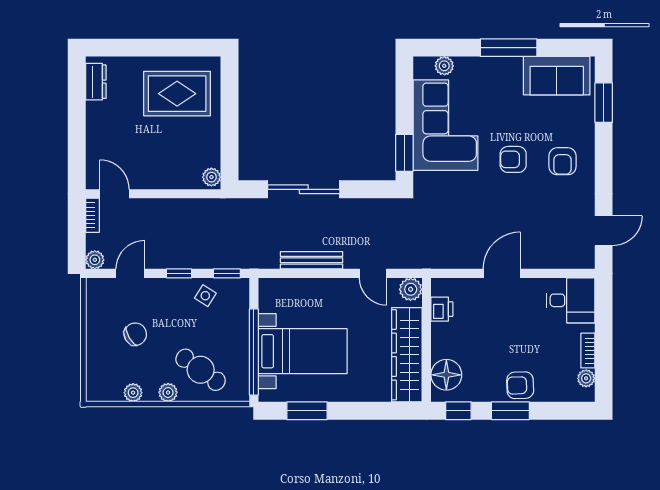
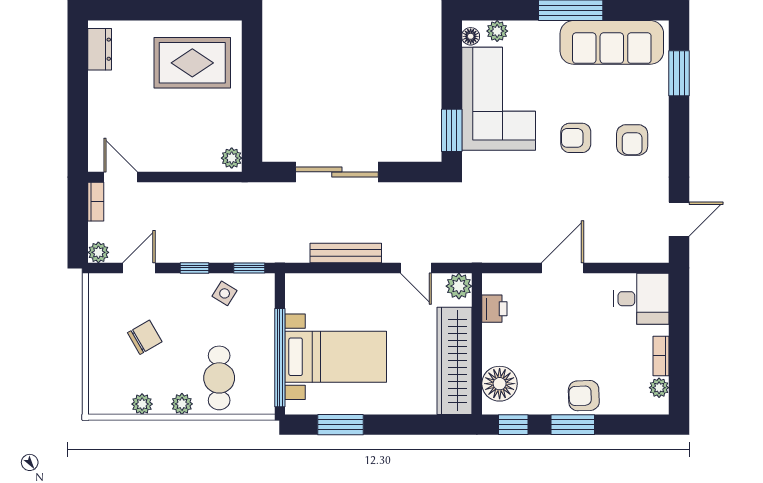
floor lamp: (421, 70) -> (471, 36), added
sofa: (557, 76) -> (612, 42), width x1.36
cafe table: (201, 370) -> (219, 378), turned 54

